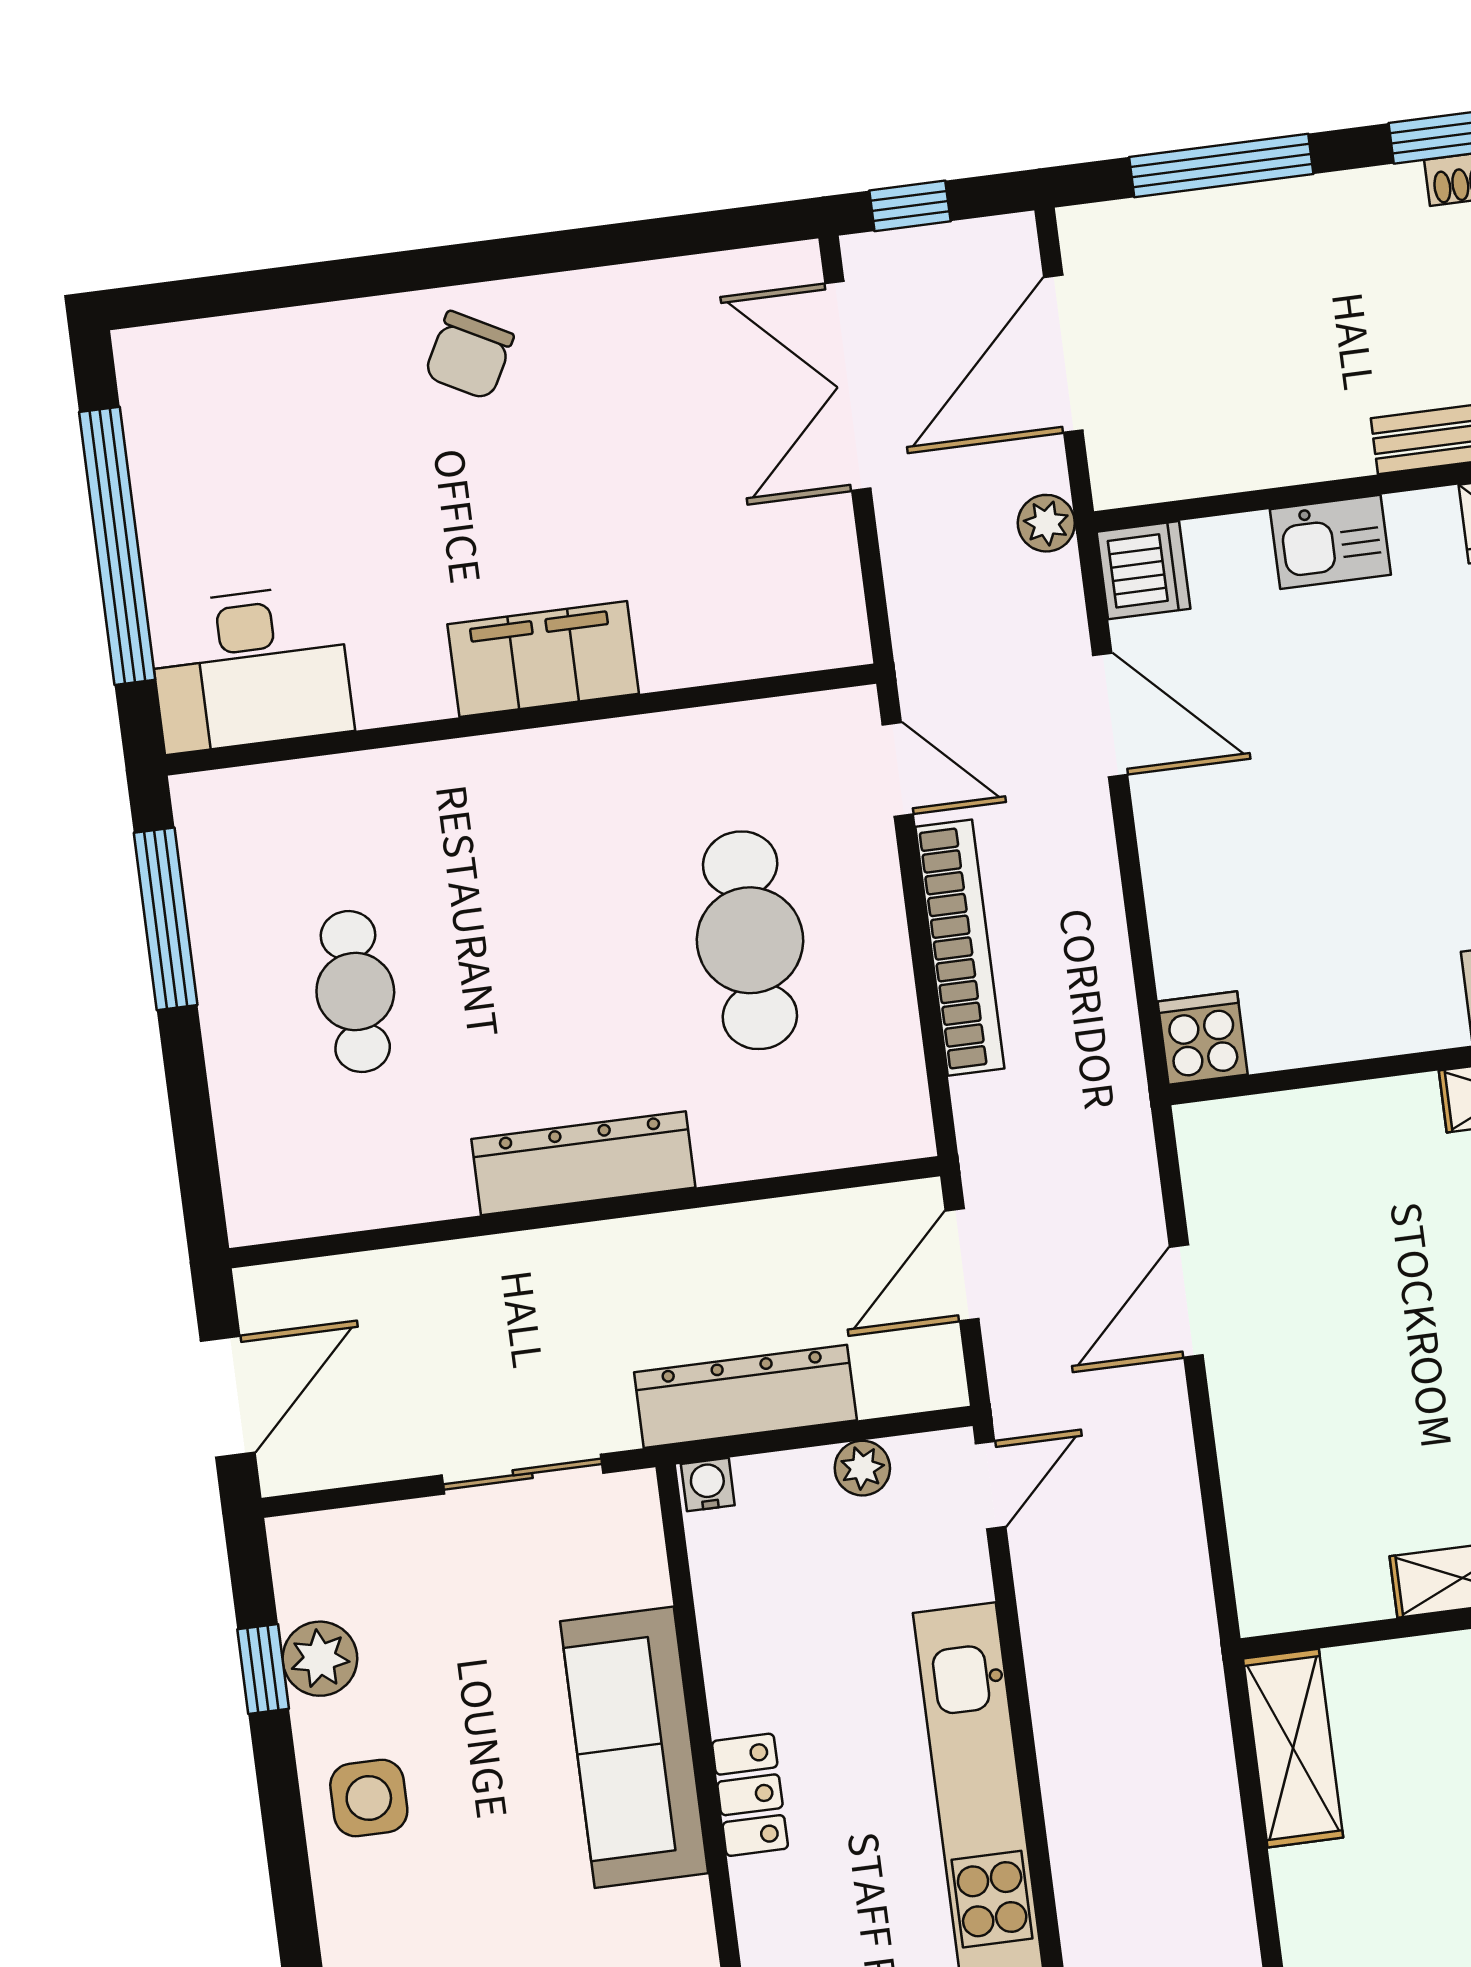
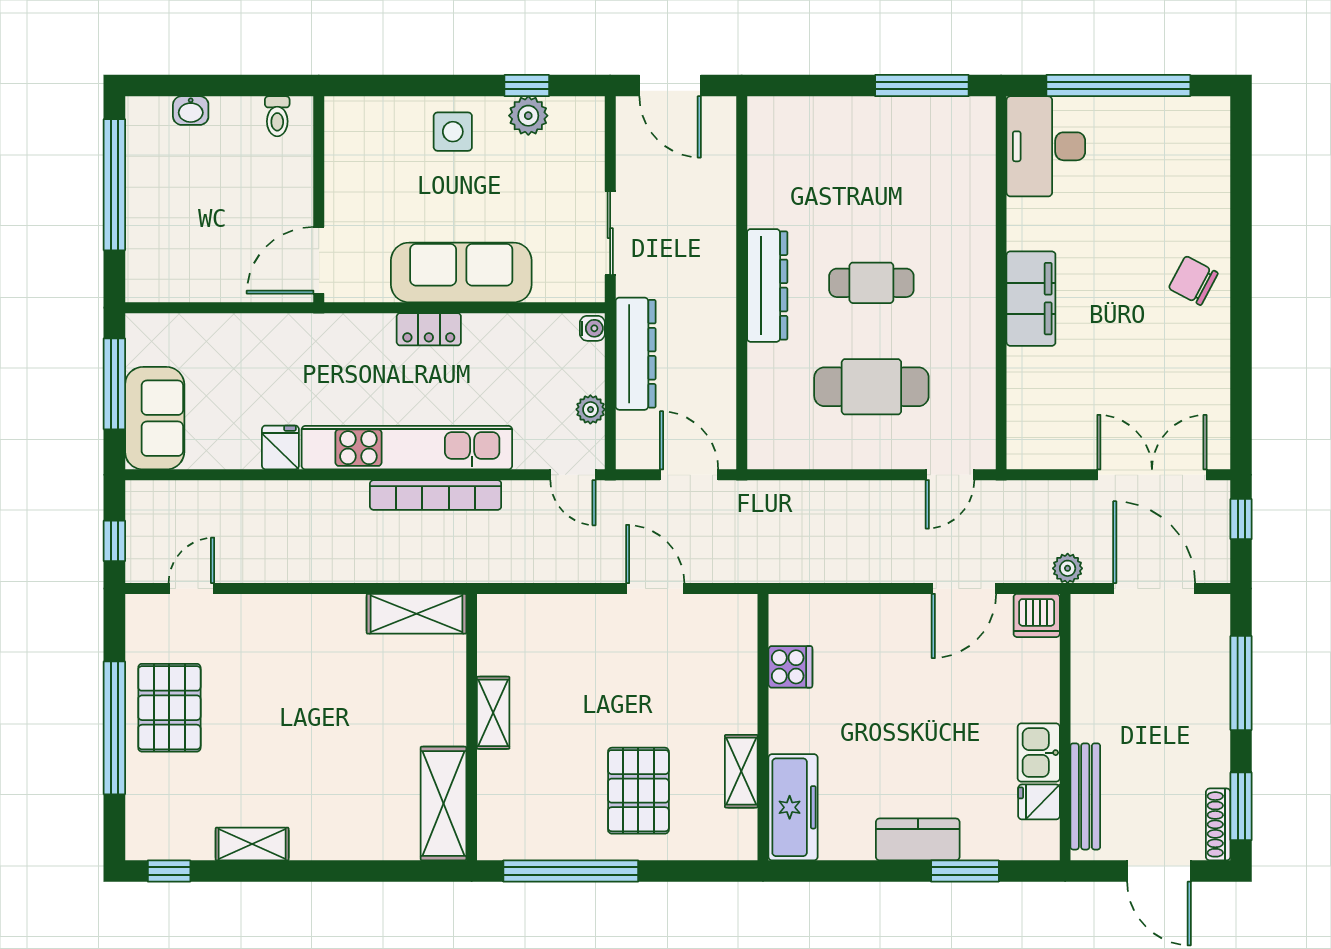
kitchen sink: (1330, 542) -> (1039, 753), moved
bookcase: (960, 948) -> (436, 495), moved
cafe table: (355, 992) -> (871, 283), moved
cooker: (1203, 1038) -> (790, 667), moved

